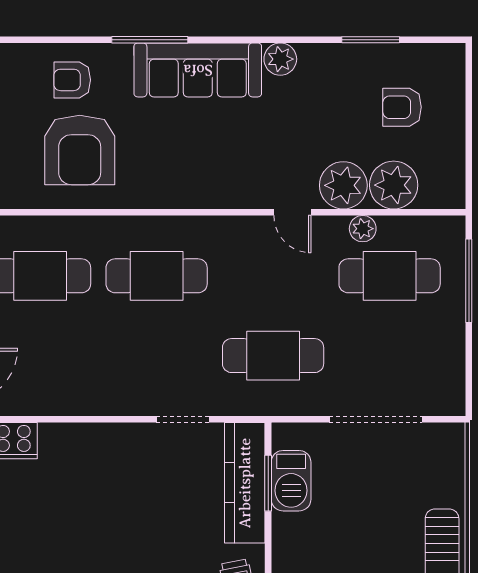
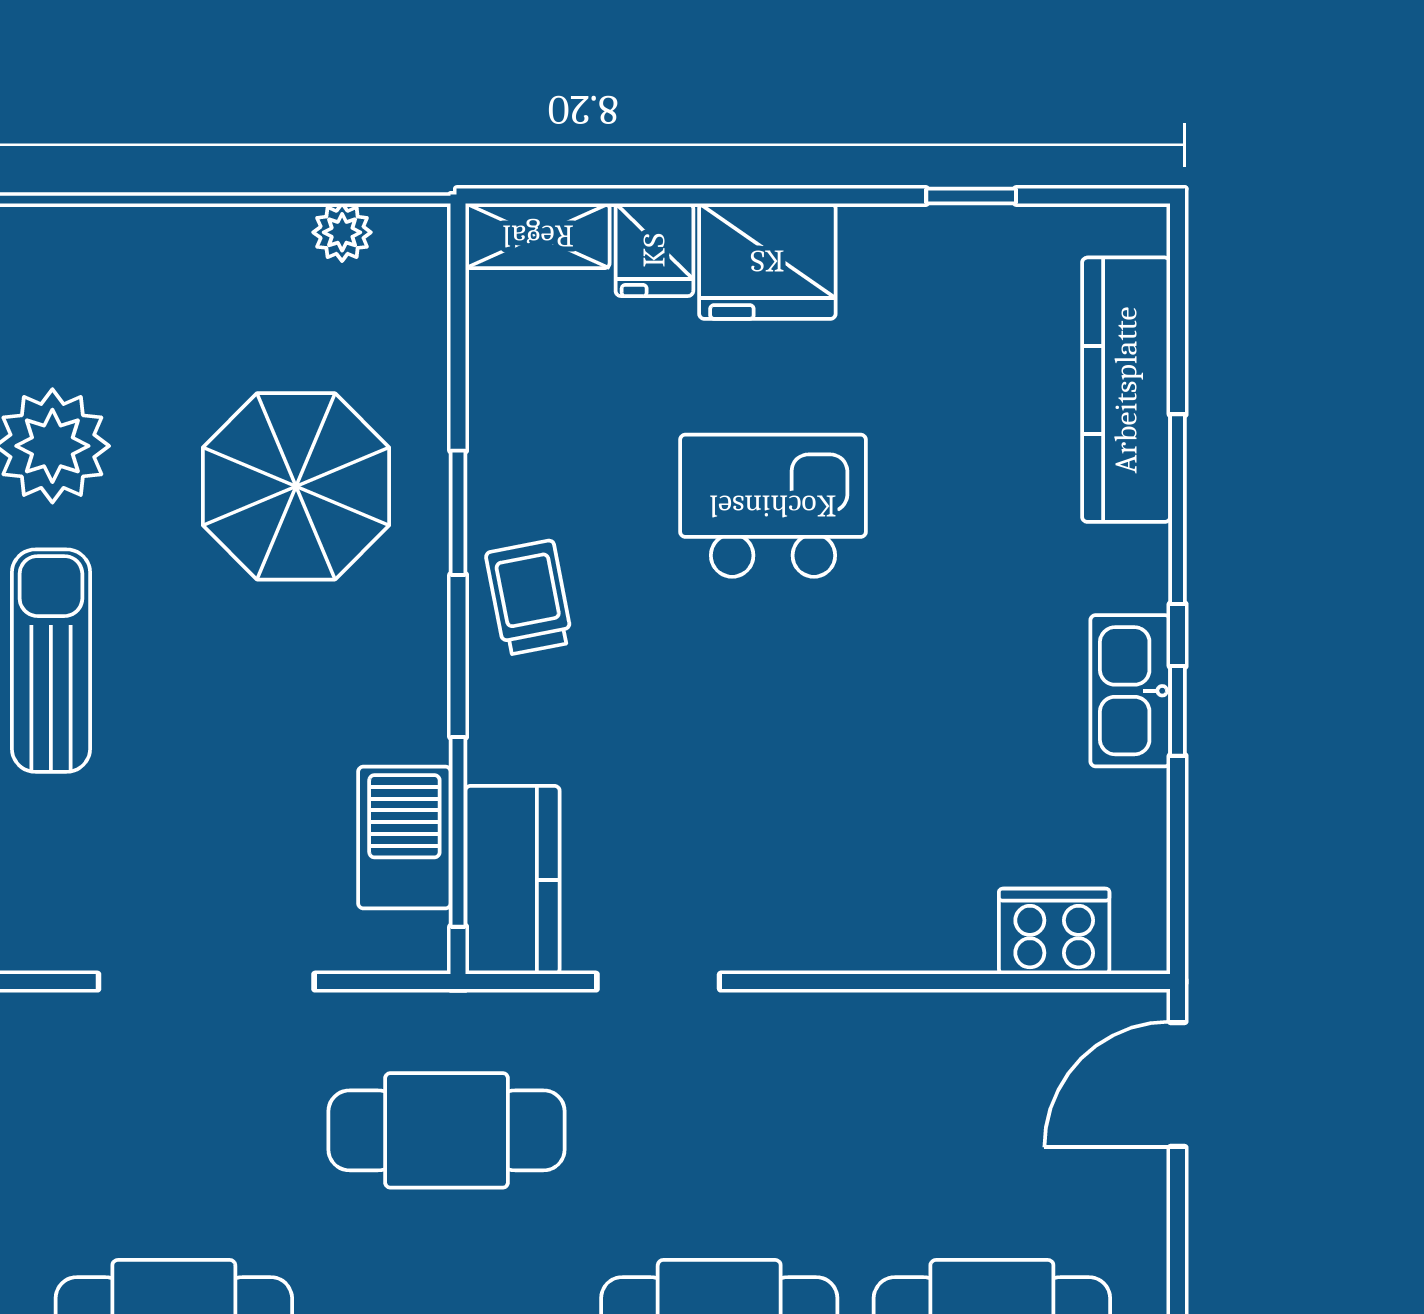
kitchen counter: (245, 483) -> (513, 880), width x0.67
window: (268, 483) -> (458, 832), width x1.44

